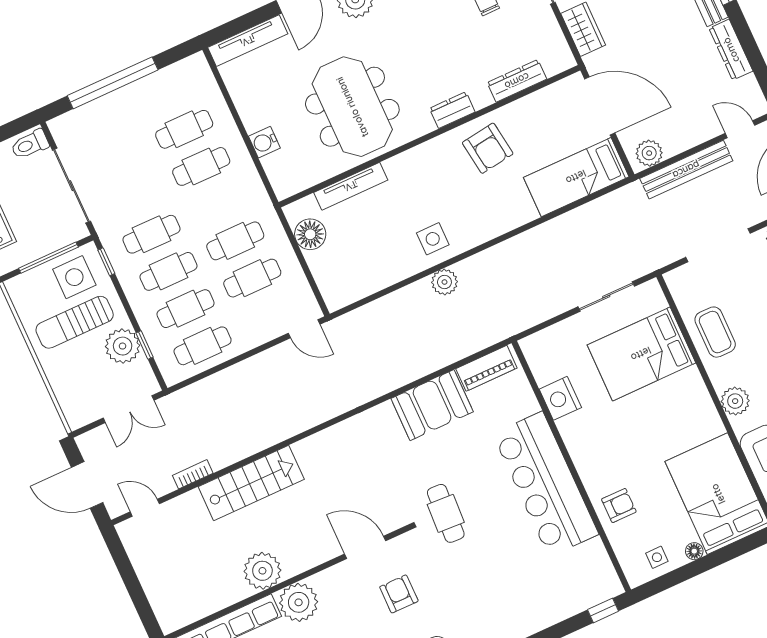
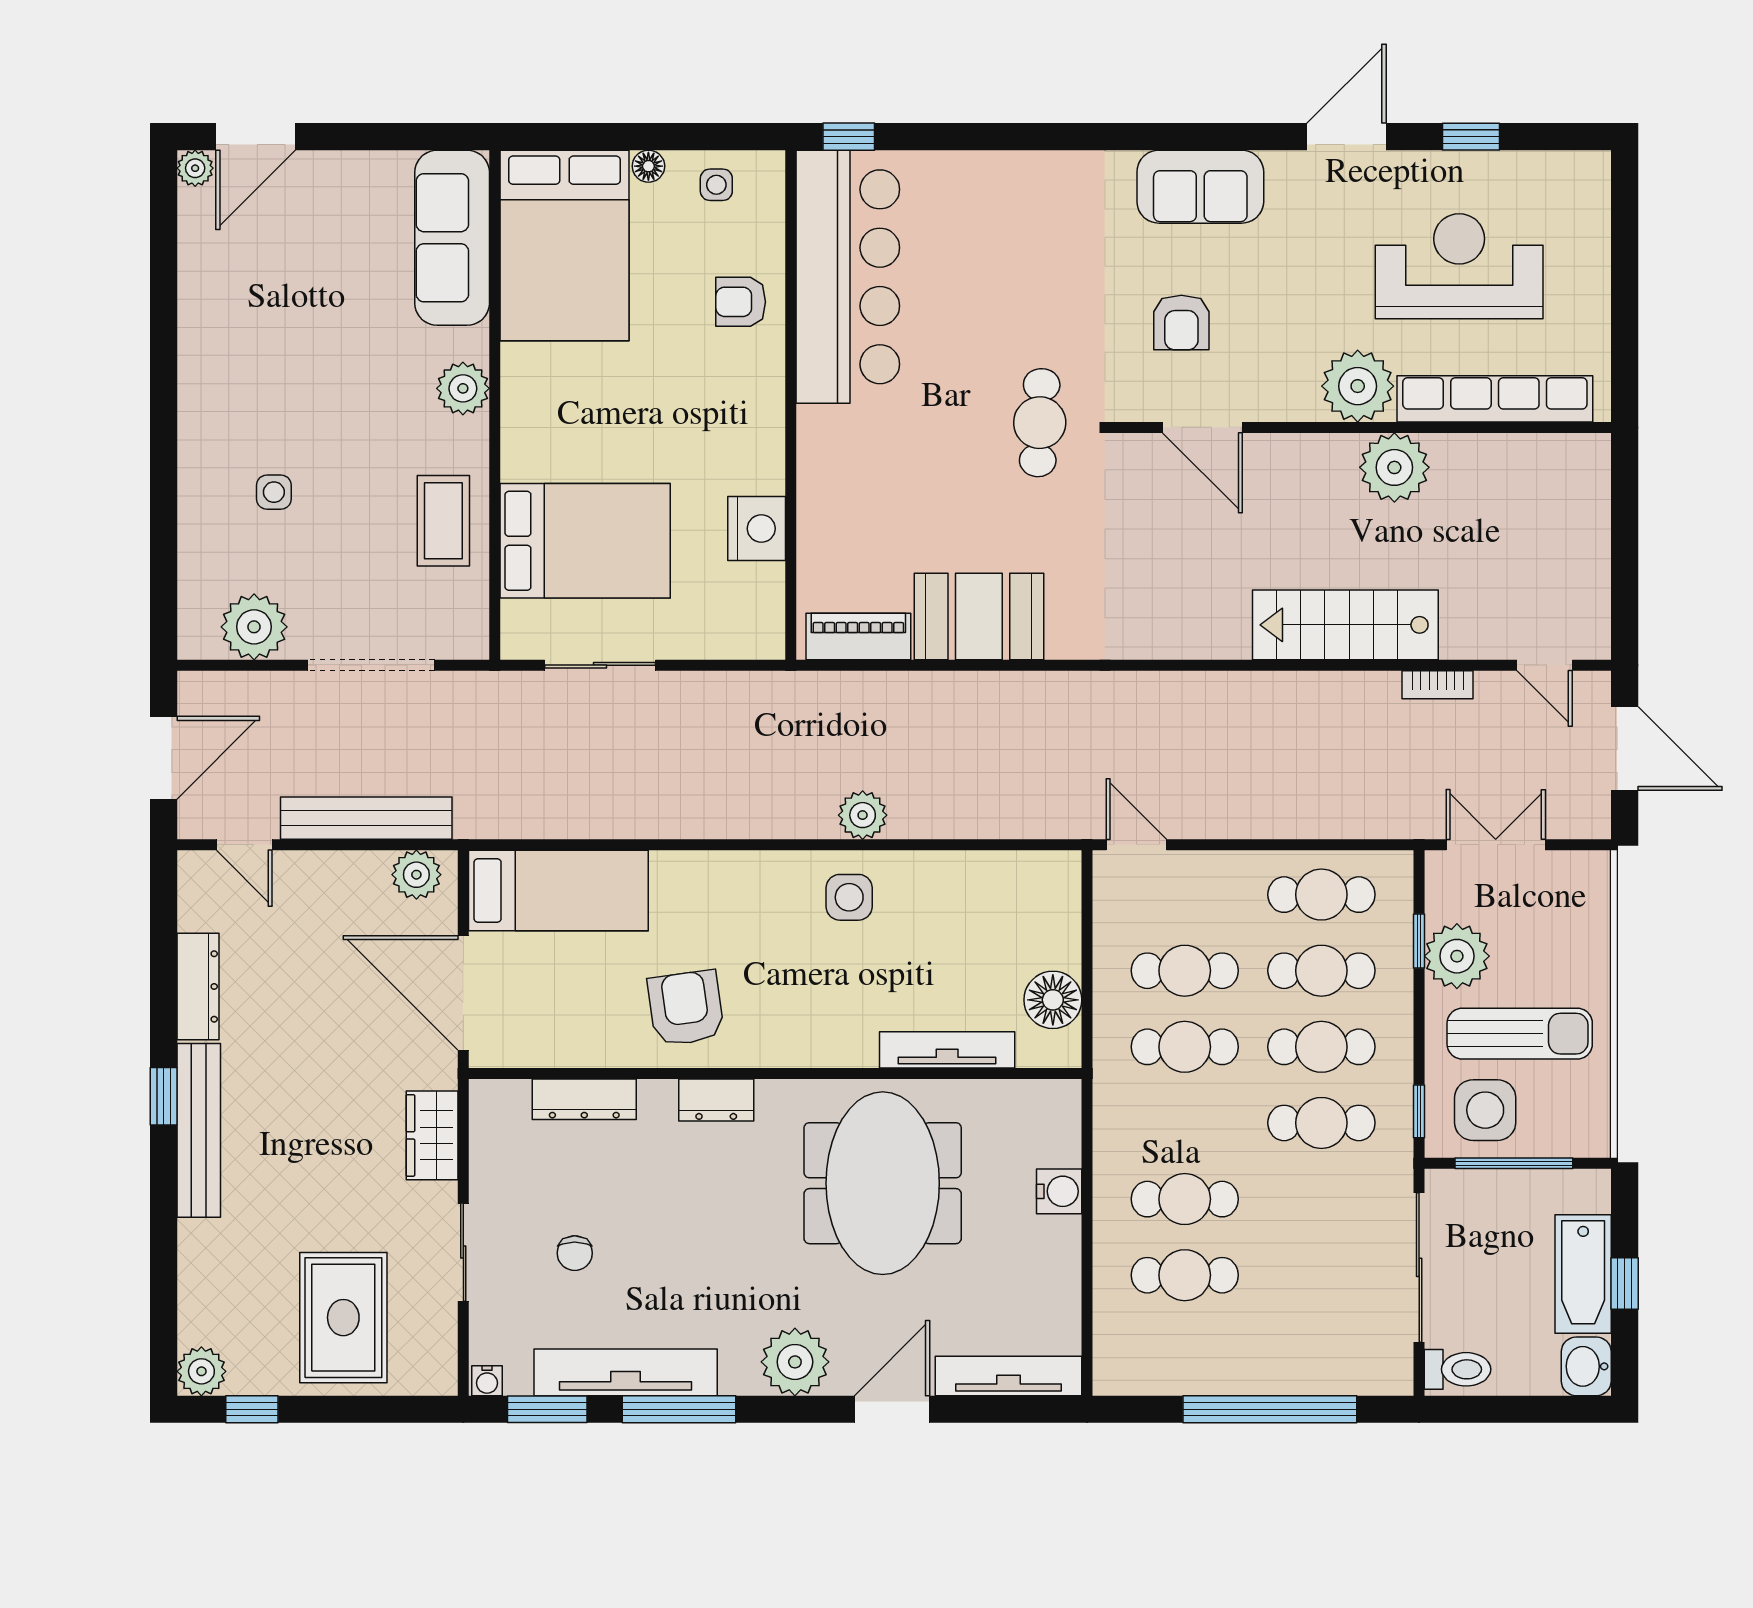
bar counter: (546, 484) -> (848, 277), moved

